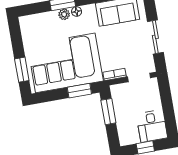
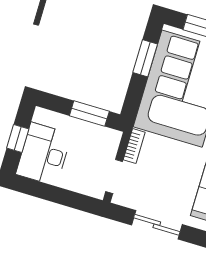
window: (79, 91) -> (145, 58), moved
desk: (152, 126) -> (44, 154), width x1.37

